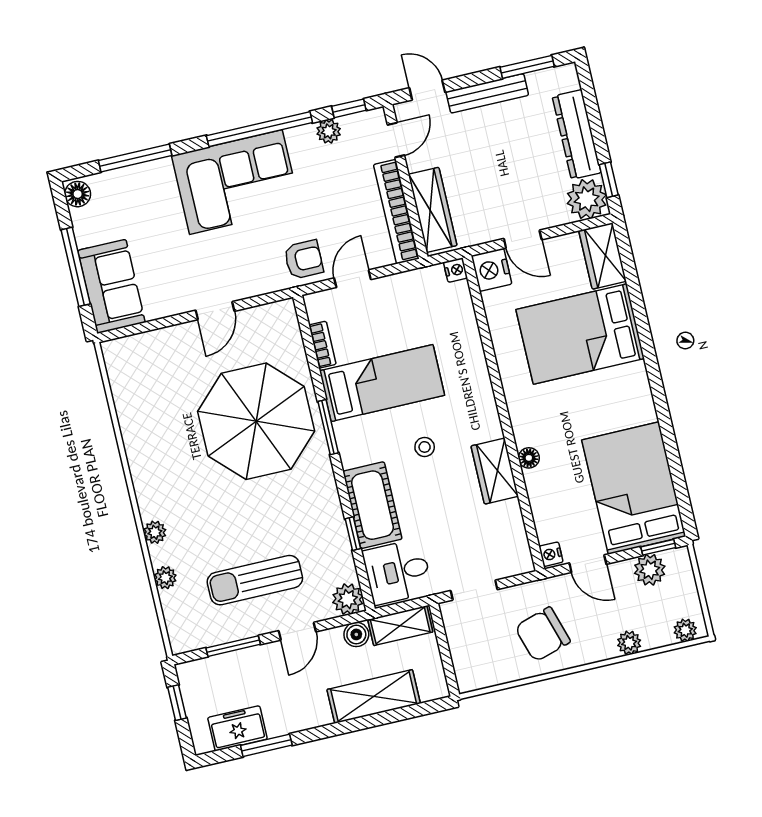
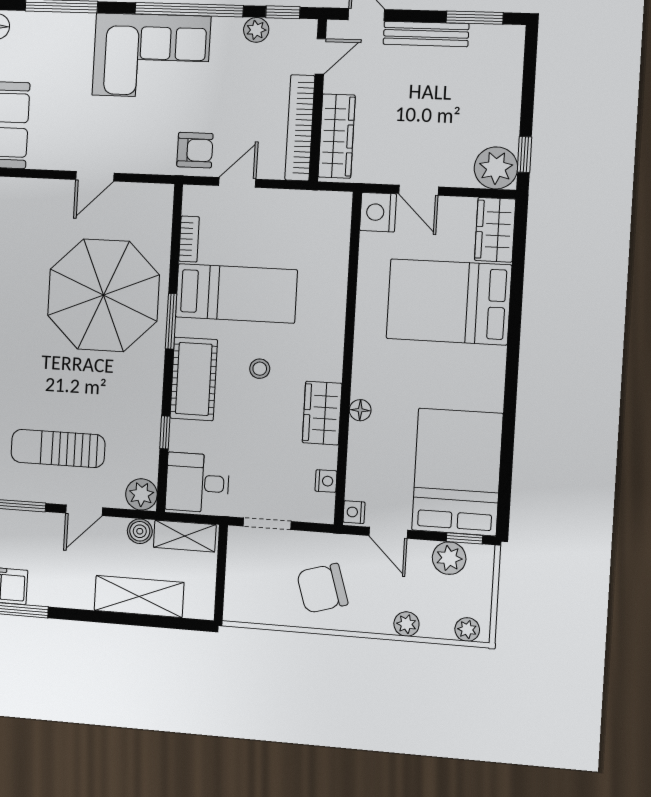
dresser: (577, 134) -> (505, 100), removed
nightstand: (455, 270) -> (326, 481), moved
cot: (372, 505) -> (194, 379), moved

